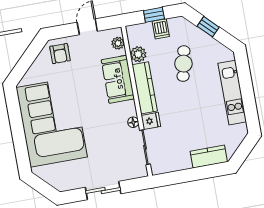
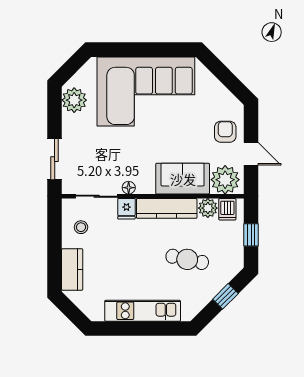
dishwasher: (161, 29) -> (227, 209), moved, turned -90
plant: (118, 43) -> (225, 180), width x1.87, depth x1.87
armchair: (60, 54) -> (225, 132), moved, turned 90
stool: (173, 156) -> (81, 227), added
plant: (69, 180) -> (74, 100), added
sliding door: (103, 190) -> (55, 159), moved

